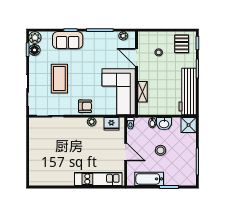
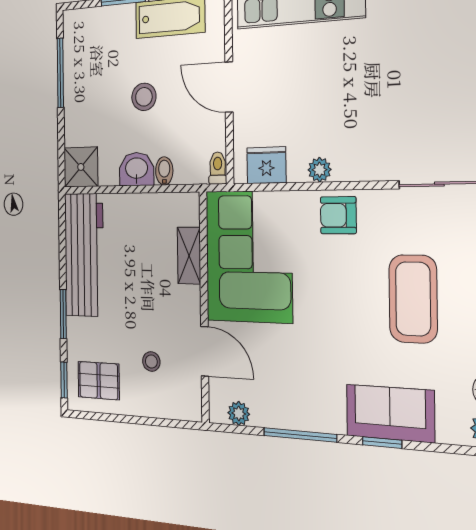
pallet: (182, 44) -> (99, 381), turned 90

